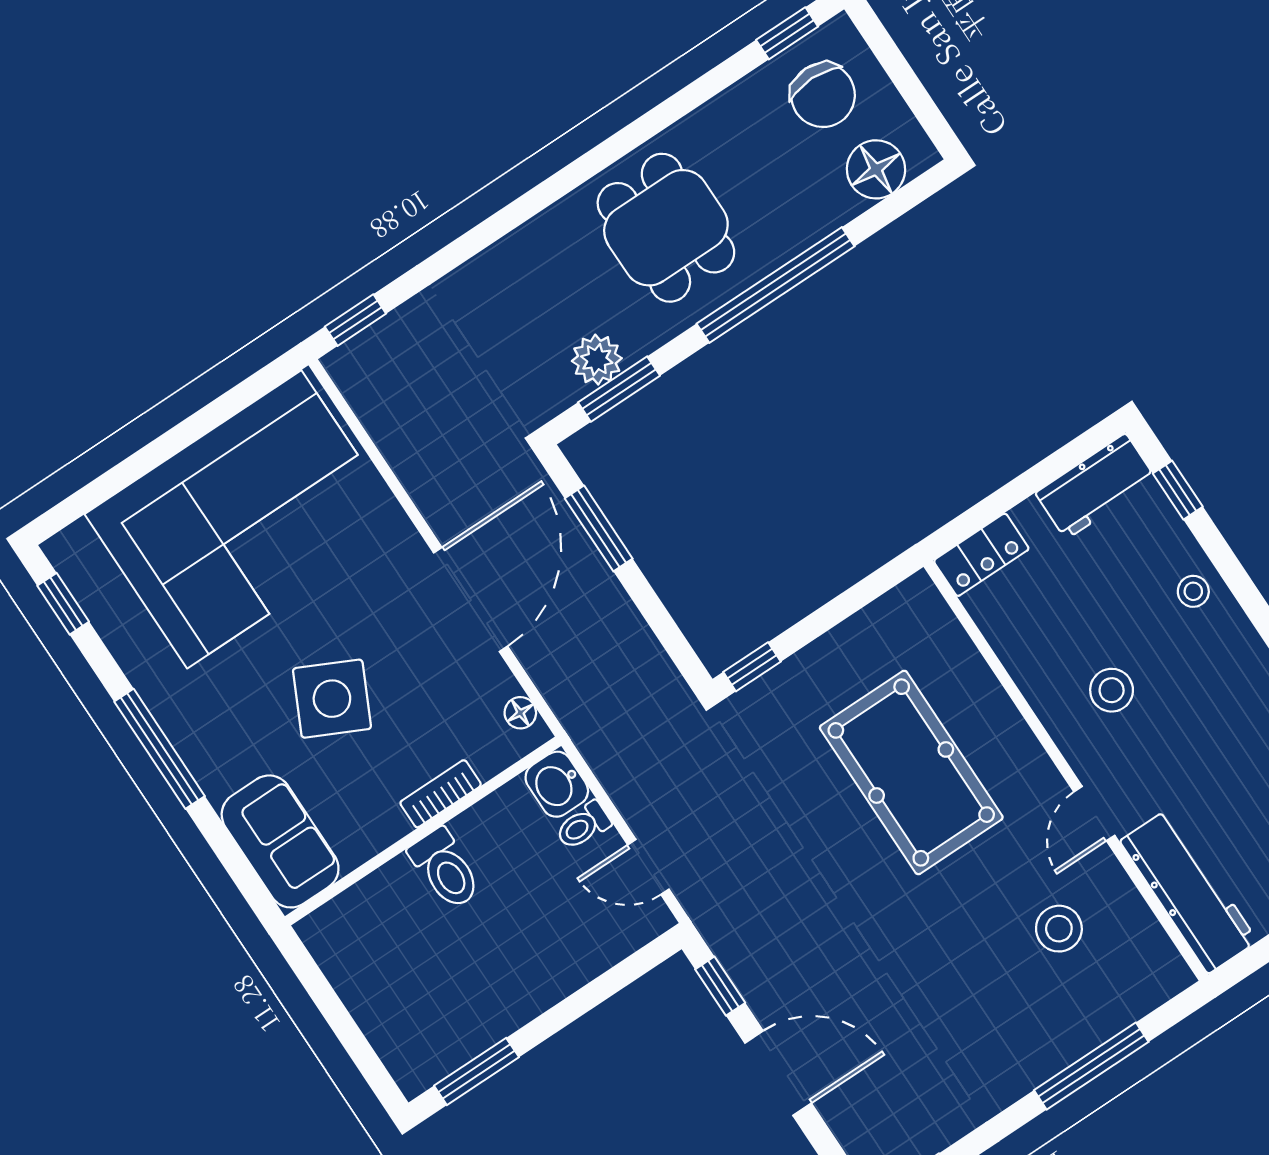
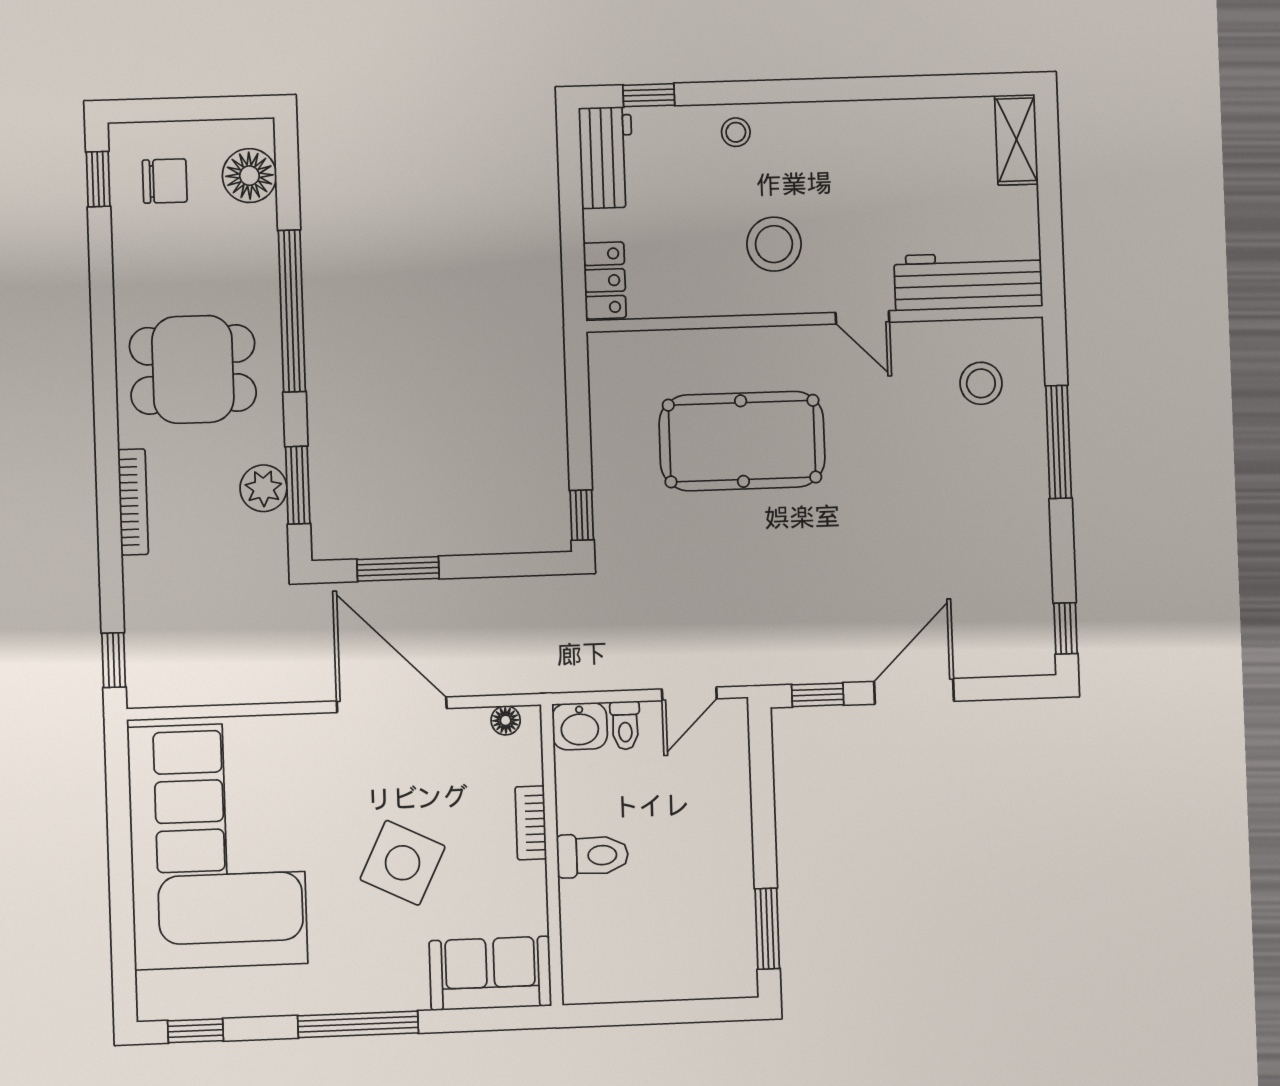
chair: (823, 95) -> (165, 181), width x0.73, depth x0.73
bookcase: (511, 248) -> (133, 502), added
stool: (1112, 690) -> (774, 244), width x1.38, depth x1.38
stool: (1059, 929) -> (981, 383), moved

